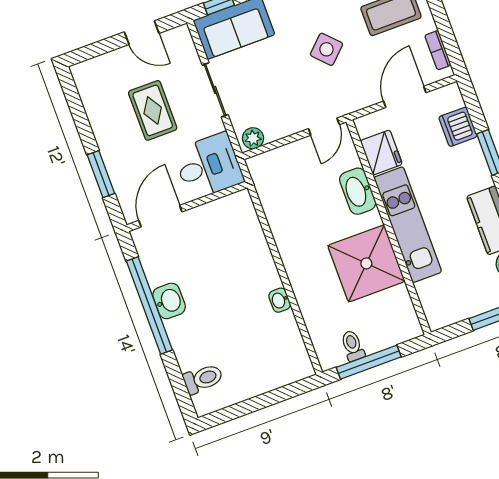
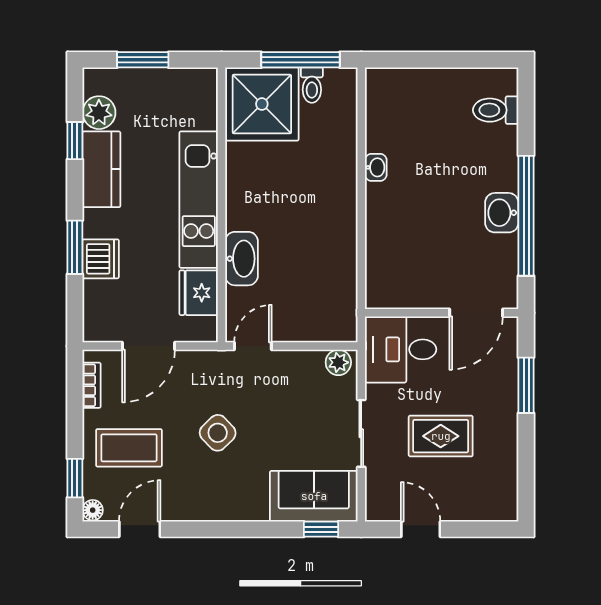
rug: (153, 110) -> (441, 436), turned 90
dishwasher: (458, 127) -> (101, 259), moved
shower: (366, 263) -> (262, 104), moved

